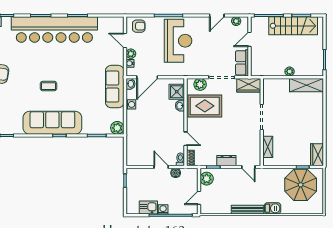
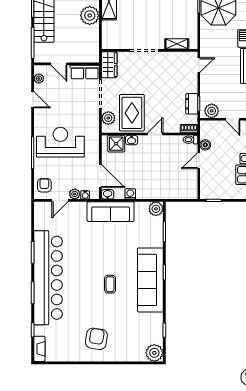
plant: (290, 71) -> (90, 16), width x1.87, depth x1.87
door: (185, 139) -> (155, 134), moved
dresser: (226, 161) -> (192, 104), moved

